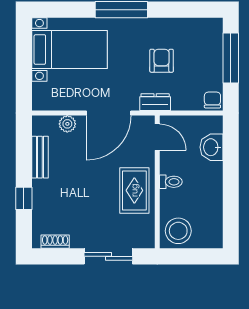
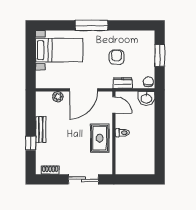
window: (231, 58) -> (160, 55), width x0.69
dresser: (155, 102) -> (123, 83), moved
washbasin: (211, 147) -> (146, 98), moved, turned -90
bench: (40, 157) -> (41, 129), moved
stool: (178, 231) -> (127, 163), removed

